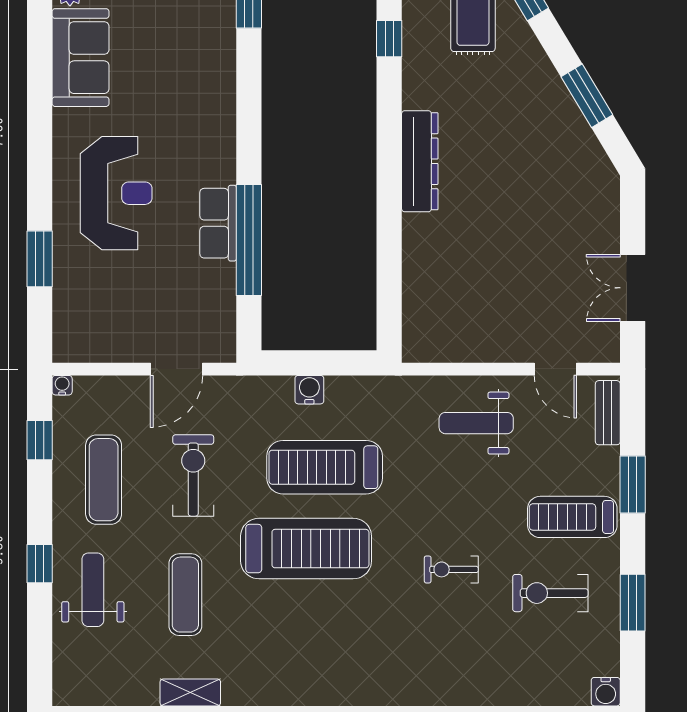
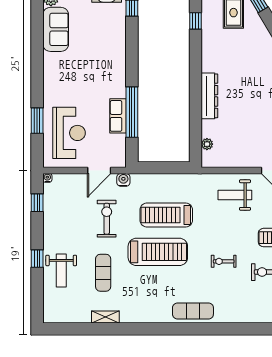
dresser: (420, 161) -> (209, 96), moved
reception desk: (116, 193) -> (69, 133), moved
row of seats: (218, 223) -> (118, 116), moved
plant: (415, 311) -> (207, 144), added
water cooler: (309, 390) -> (123, 180), moved
exercise mat: (104, 480) -> (193, 311), moved, turned 90
weight bench: (93, 590) -> (61, 271), turned 180

